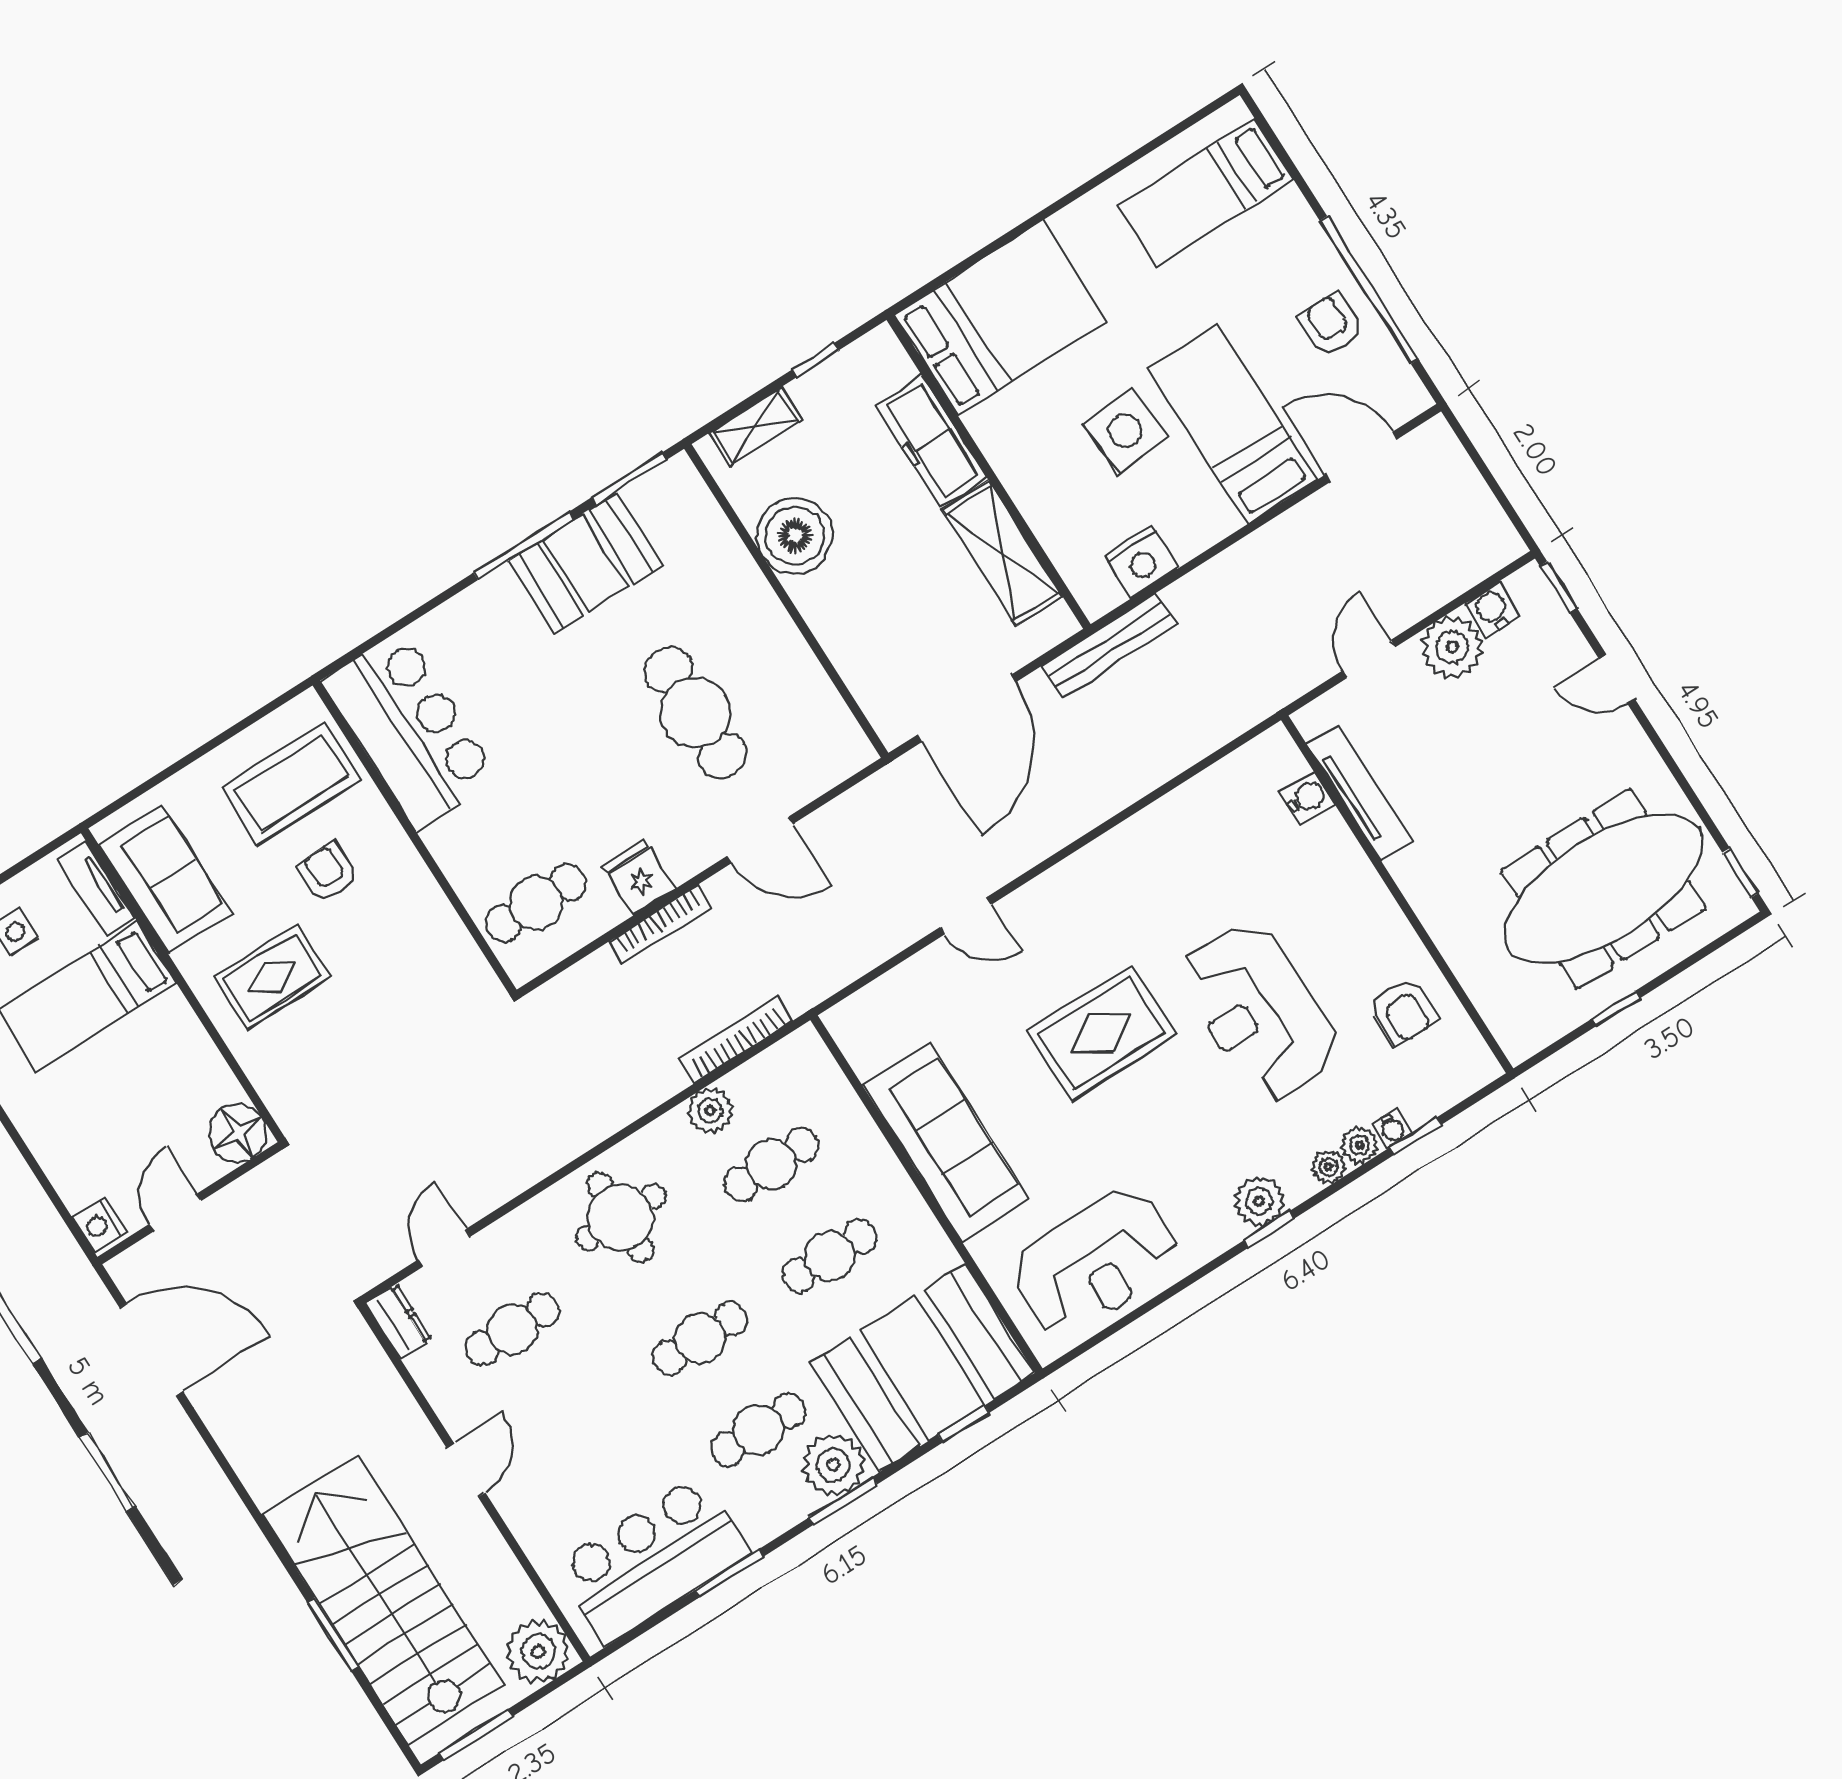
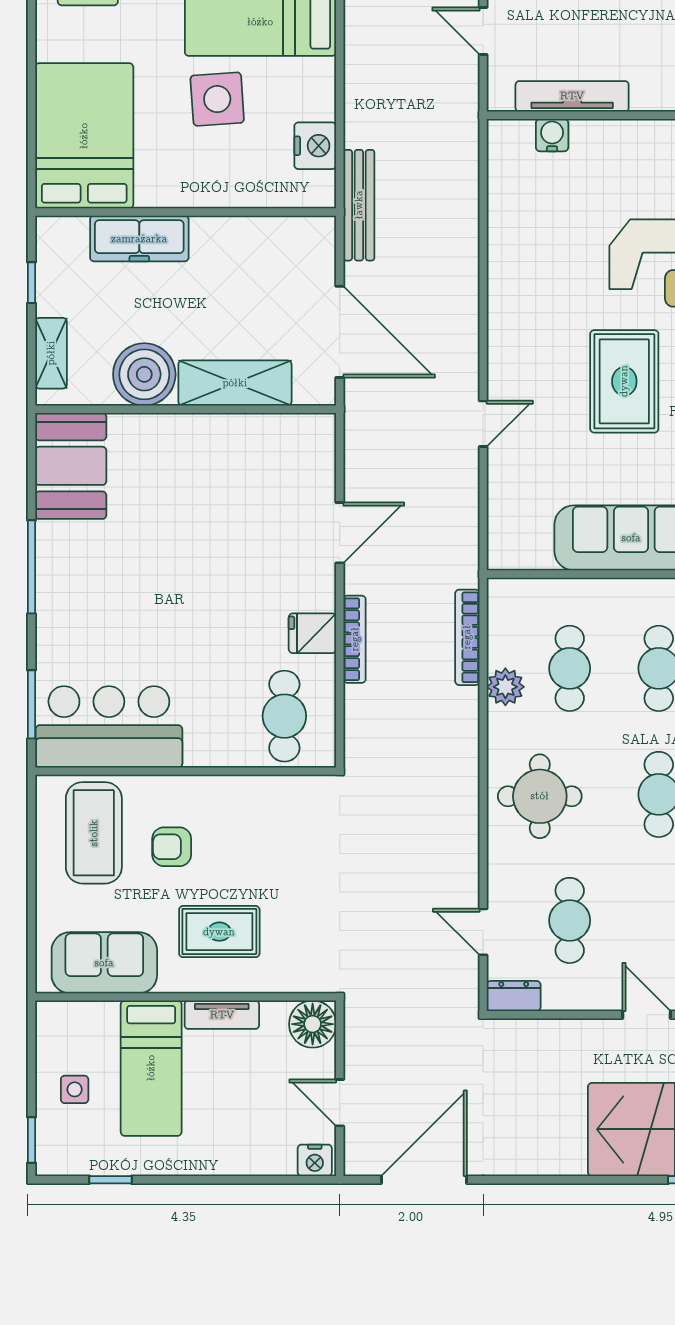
window: (629, 479) -> (32, 704), moved
shelving: (1002, 553) -> (235, 383), moved
booth: (585, 563) -> (71, 466), moved
cafe table: (695, 713) -> (223, 521), removed
tv unit: (96, 889) -> (222, 1015), moved
rug: (272, 977) -> (219, 932), turned 90

